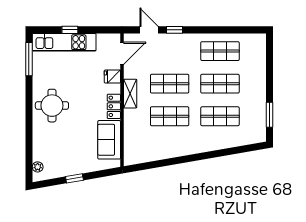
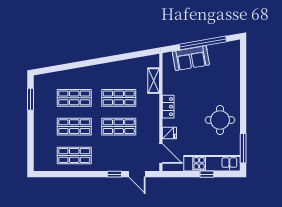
door: (122, 53) -> (161, 154), swing flipped
shelving: (130, 94) -> (154, 81), moved
round table: (52, 106) -> (220, 120), moved
sofa: (109, 140) -> (191, 58), moved, turned 80
plant: (38, 167) -> (235, 53), removed
window: (74, 178) -> (203, 43), width x3.17

